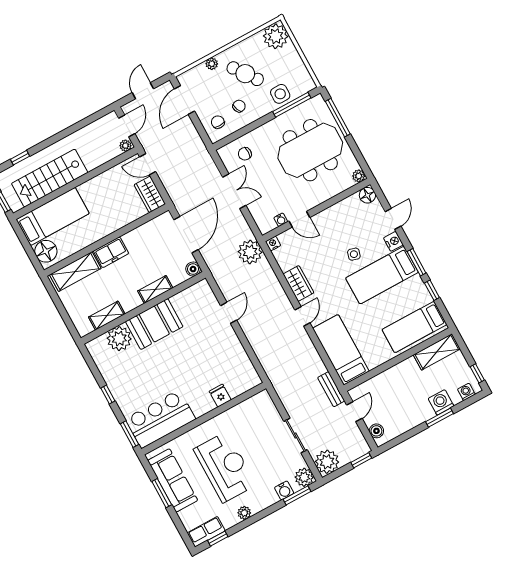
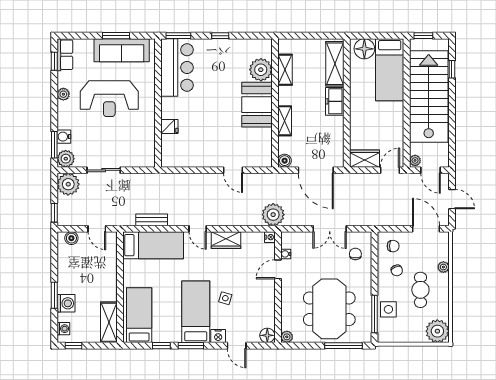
cafe table: (245, 74) -> (420, 290), turned -54
stairs: (50, 178) -> (429, 97), width x1.36, depth x1.51
bench: (331, 389) -> (152, 220), moved

